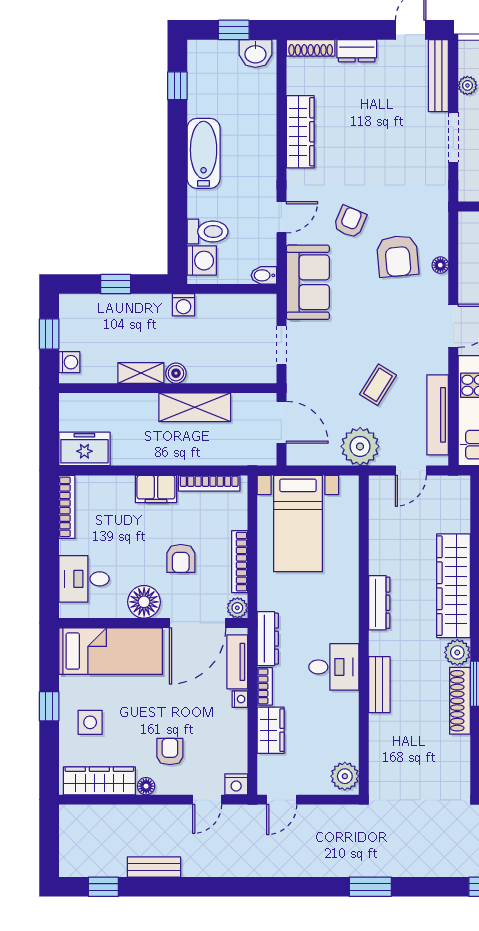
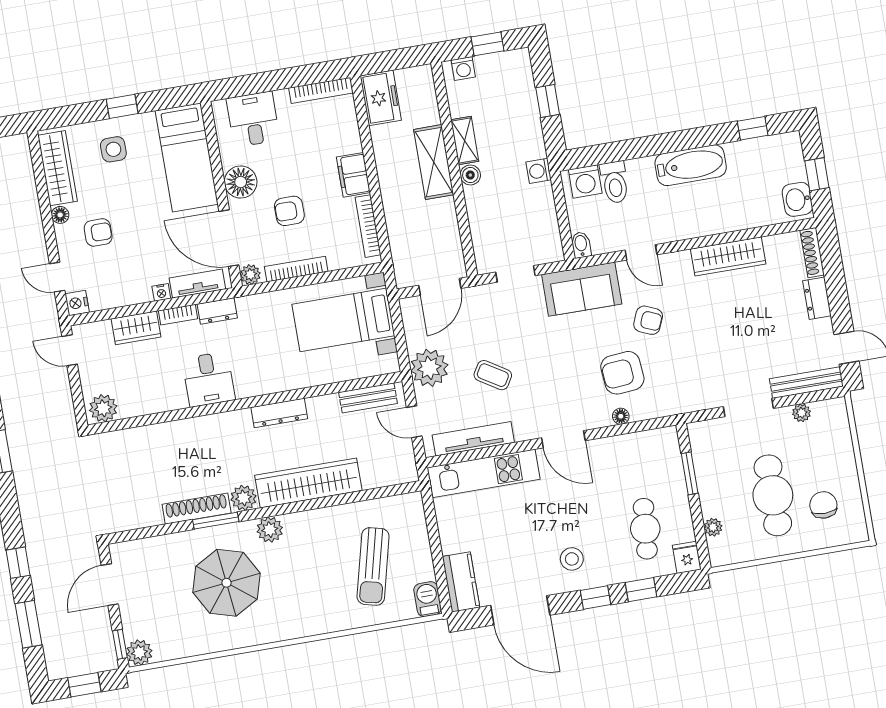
shelving: (195, 407) -> (434, 162), moved
dresser: (268, 639) -> (217, 311), width x0.70
bench: (379, 685) -> (368, 398), moved

